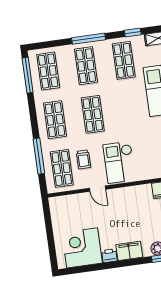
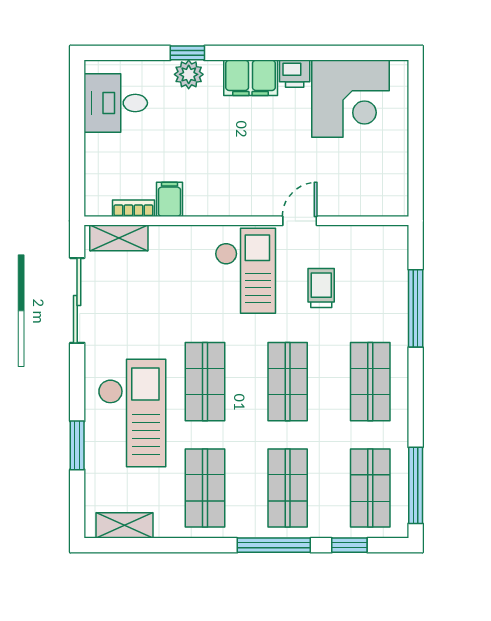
window: (133, 32) -> (349, 545), moved
shop shelf: (62, 168) -> (205, 382), moved
door: (98, 189) -> (300, 221), hinge flipped

